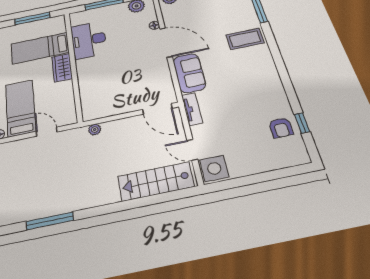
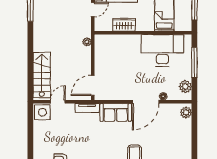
desk: (89, 40) -> (162, 50), width x1.36, depth x1.30
wardrobe: (62, 68) -> (124, 25), moved

